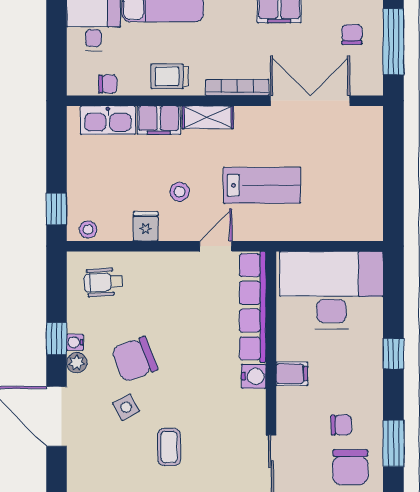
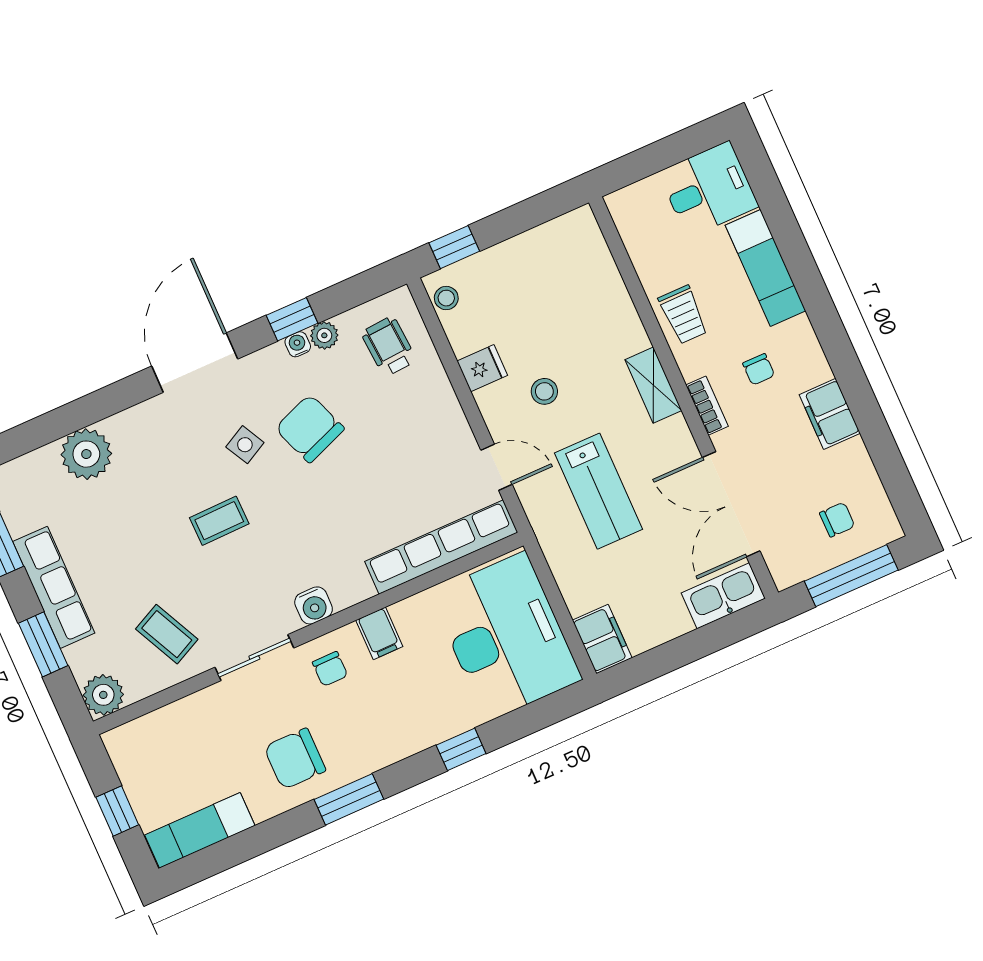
trolley: (170, 76) -> (683, 315), turned 180
chair: (108, 84) -> (759, 369), moved
bookcase: (237, 88) -> (707, 406), width x0.64
double door: (310, 101) -> (731, 504), swing flipped
kitchen sink: (108, 120) -> (723, 596), moved, turned 90
filing cabinet: (159, 120) -> (602, 639), moved, turned 180
plant: (77, 363) -> (324, 335), moved
water cooler: (254, 376) -> (314, 605), moved
chair: (341, 425) -> (330, 669), moved

